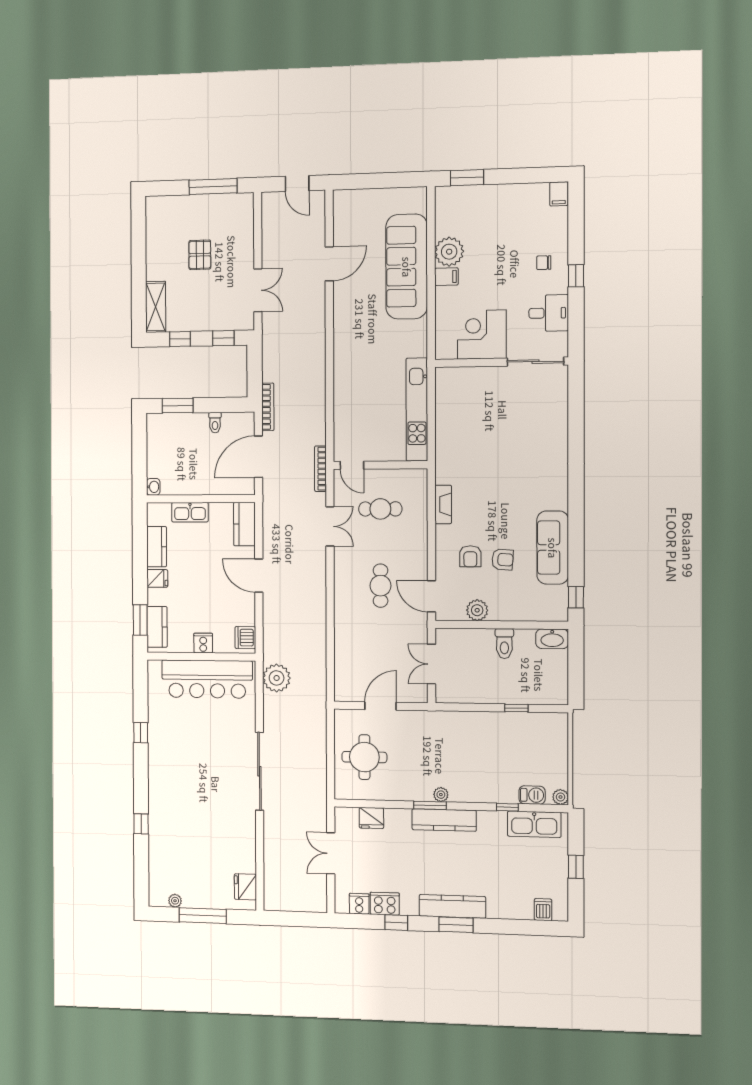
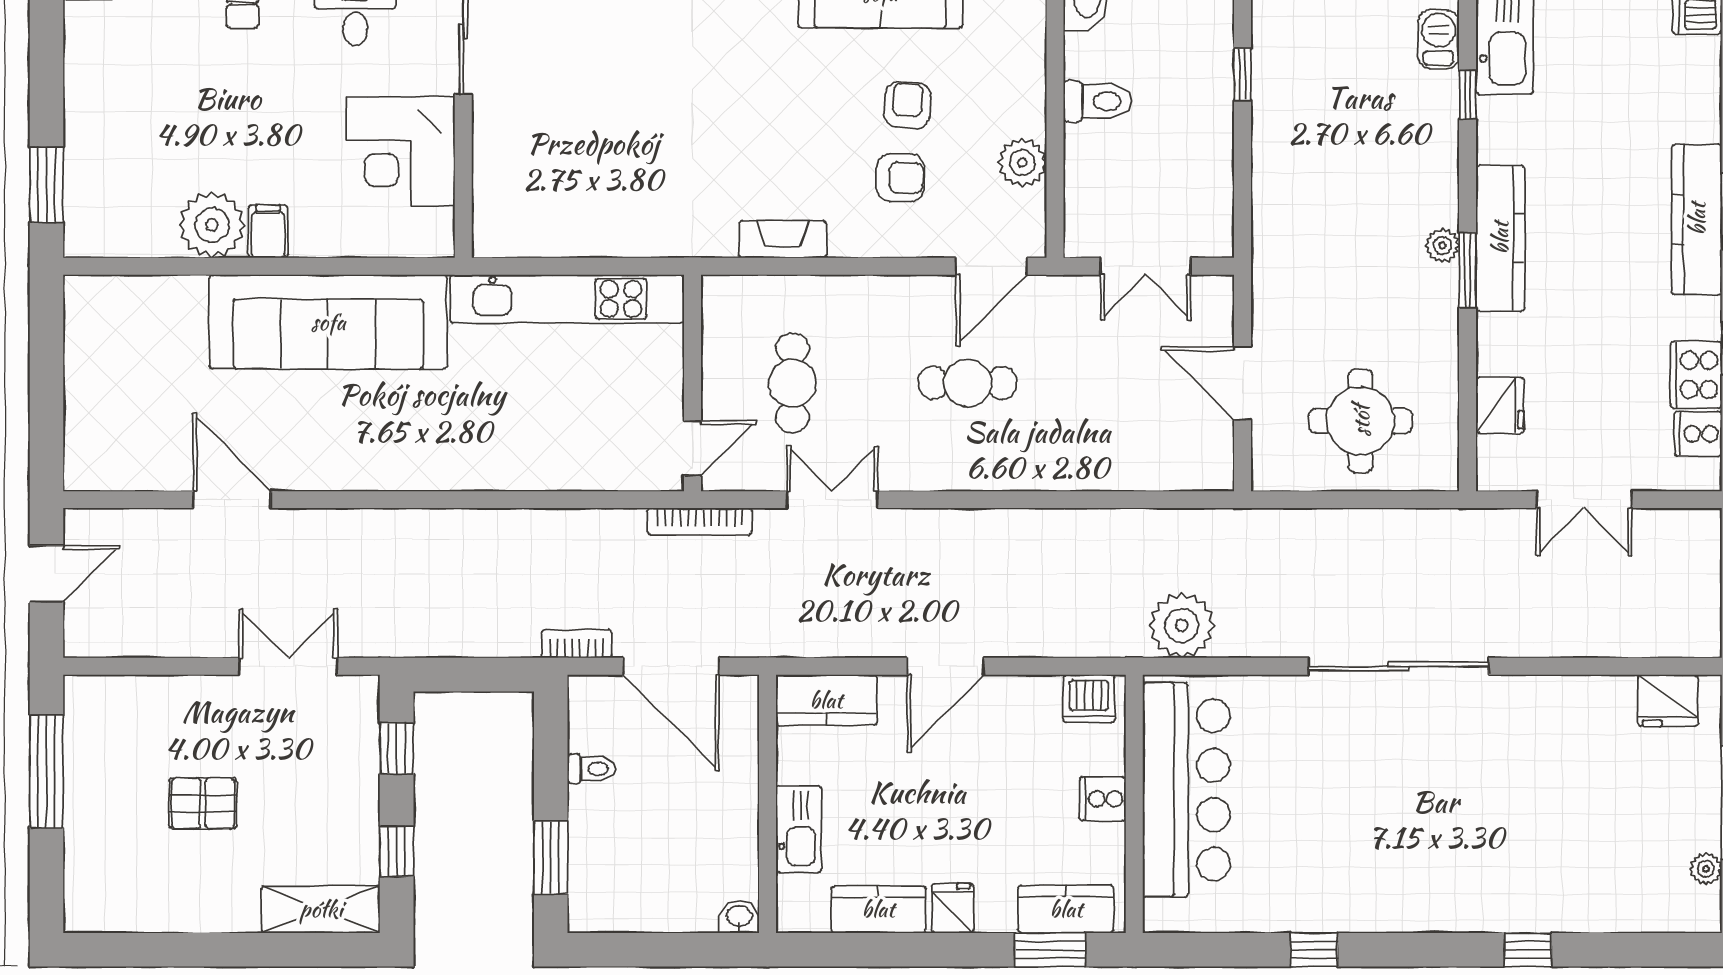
sofa: (407, 267) -> (328, 322), moved
bookcase: (268, 407) -> (576, 644), width x0.64

